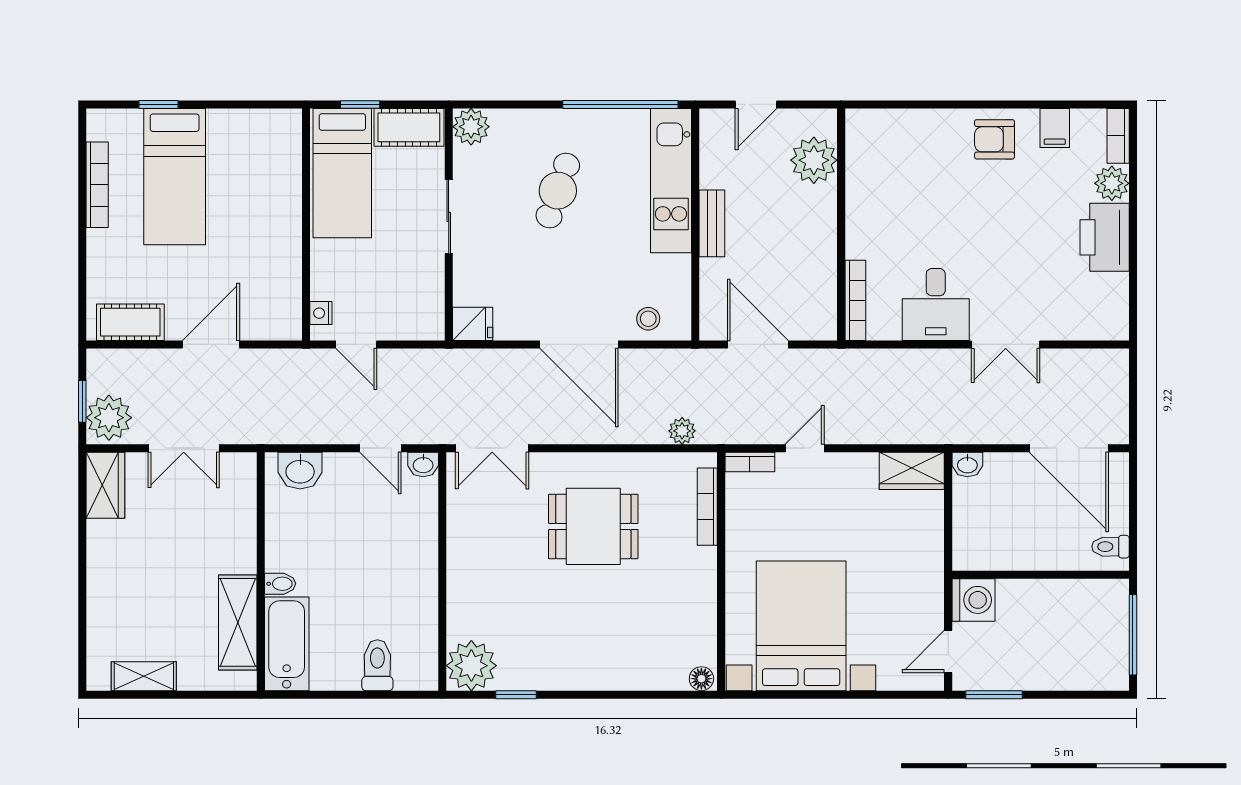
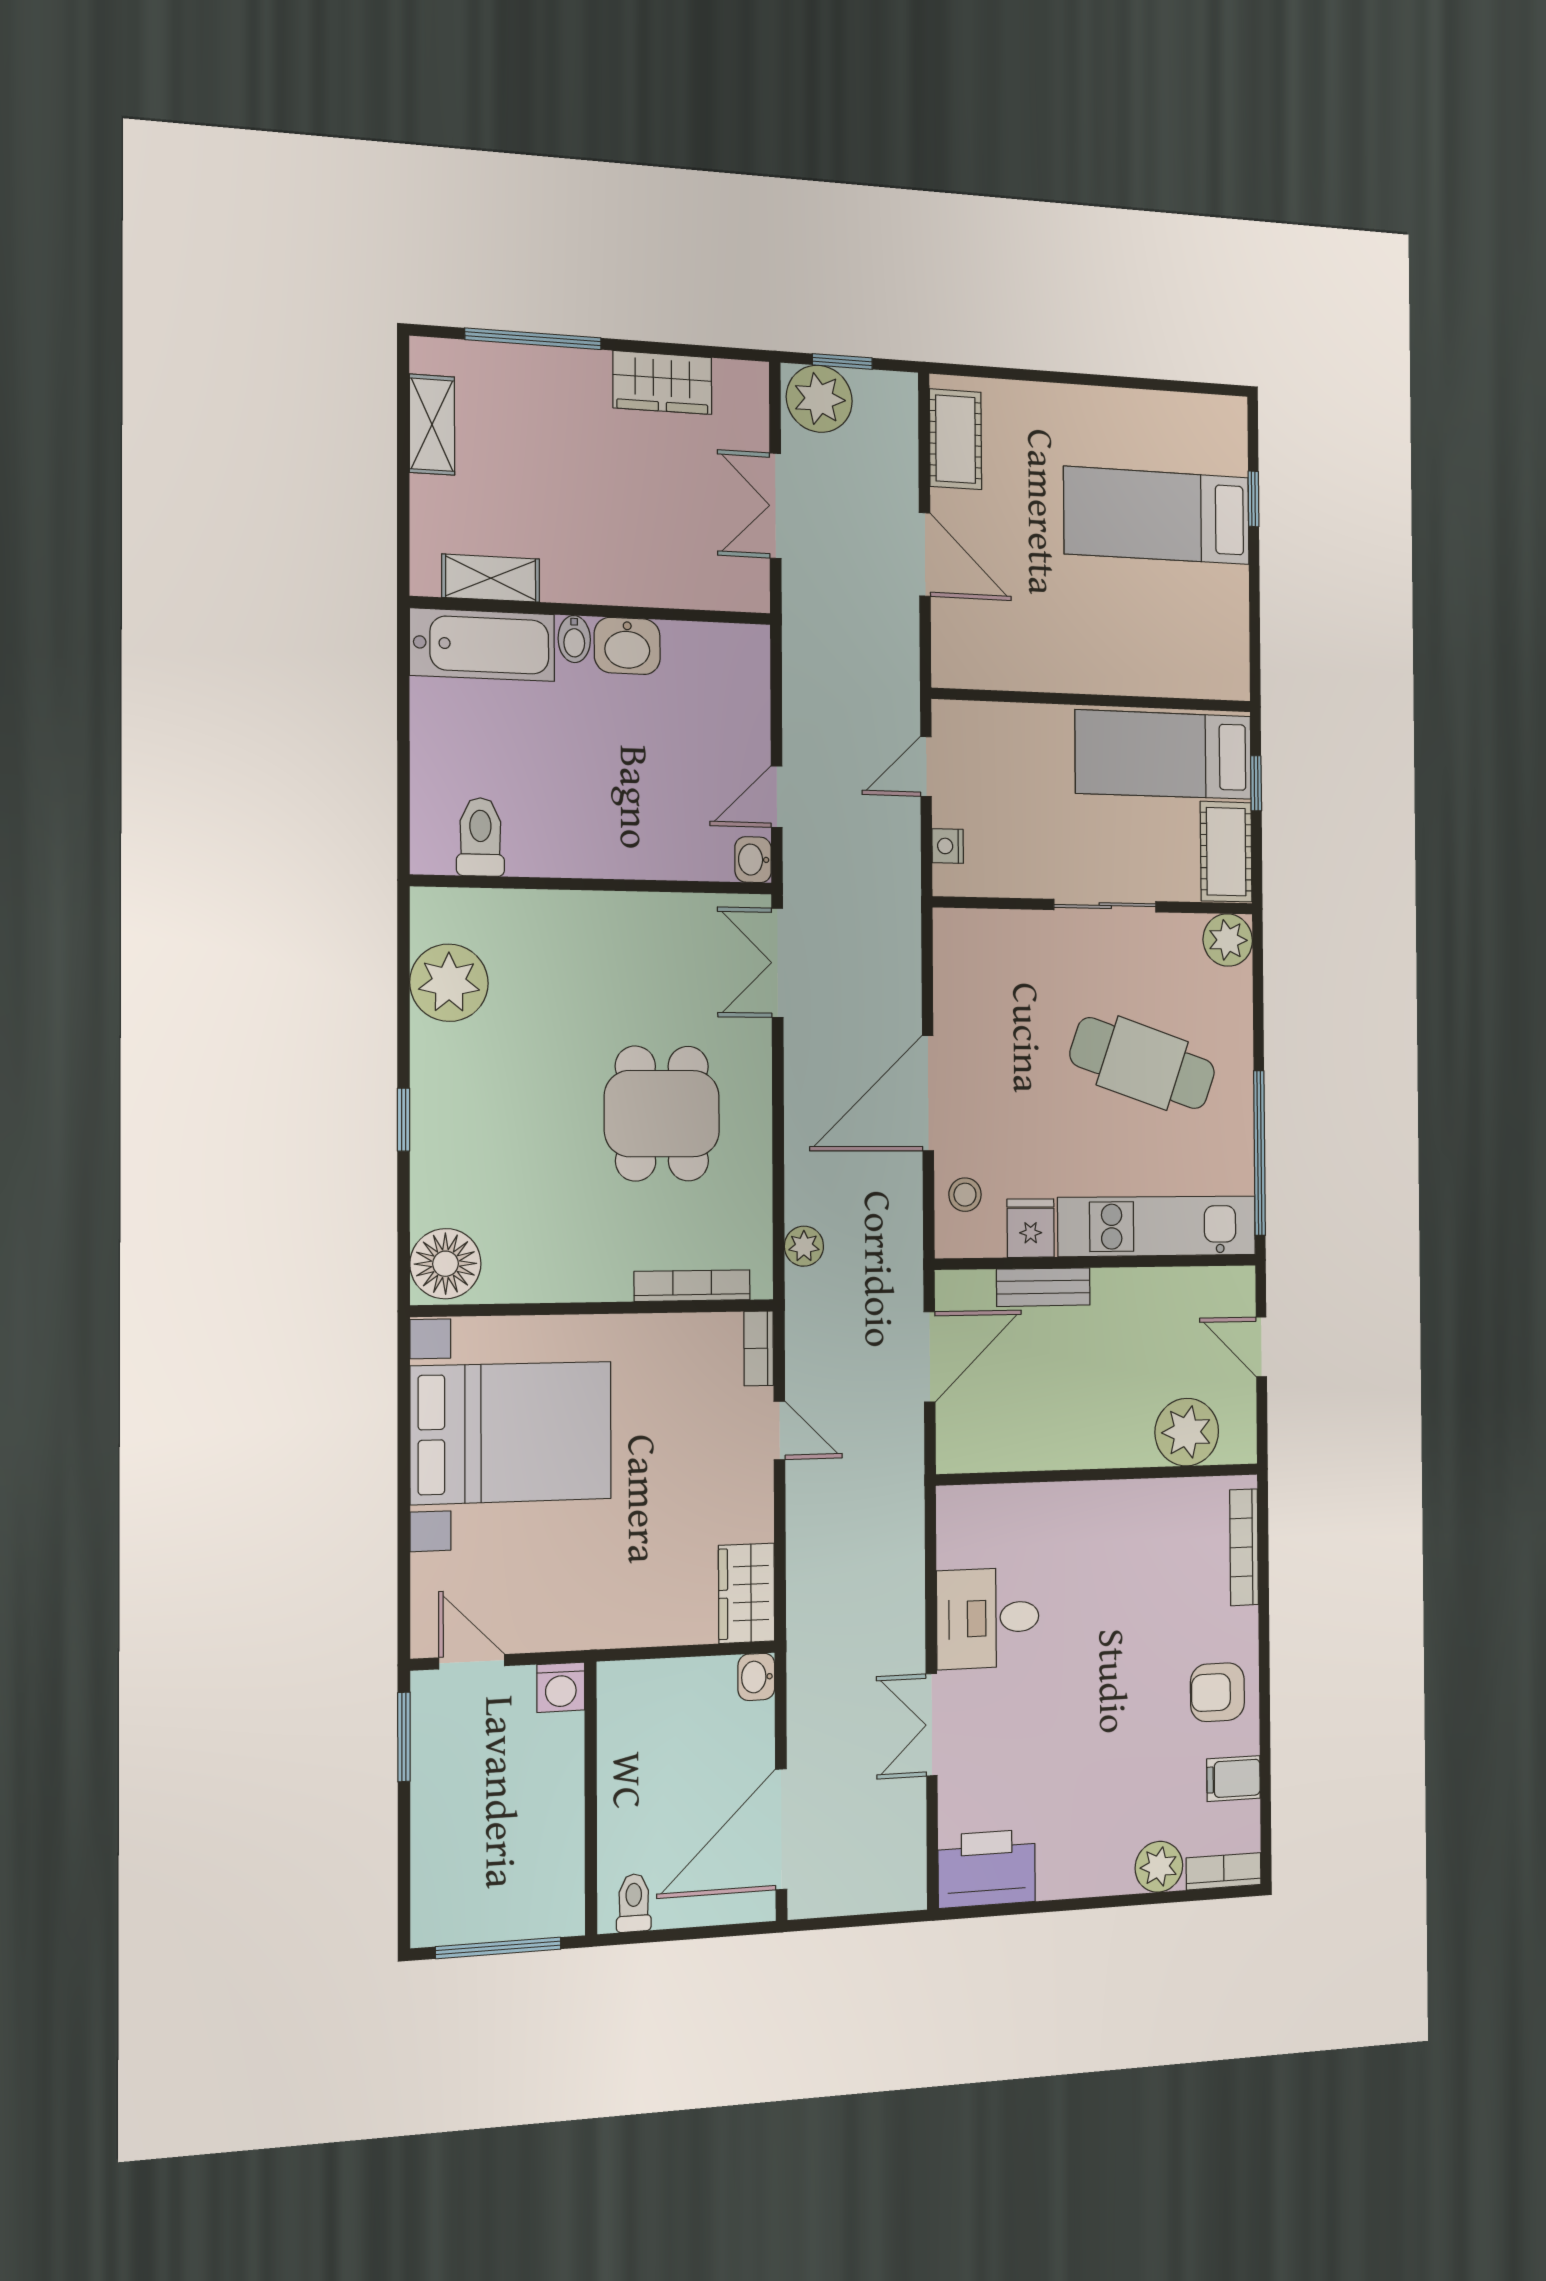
armchair: (995, 139) -> (1217, 1692), turned -90
bookcase: (97, 185) -> (1145, 405), removed
cafe table: (558, 191) -> (1142, 1063), width x1.37, depth x1.35
bench: (712, 223) -> (1043, 1287), moved
printer: (1105, 237) -> (987, 1869), moved
bookcase: (855, 300) -> (1244, 1547), moved, turned 90
nightstand: (321, 313) -> (948, 846), moved, turned -90
fridge: (473, 324) -> (1031, 1228), moved, turned 180
washbasin: (300, 471) -> (627, 646), moved, turned -90
wardrobe: (105, 485) -> (662, 383), moved
washing machine: (973, 600) -> (561, 1687), width x0.73, depth x0.73
window: (82, 610) -> (533, 339), added
shelving: (238, 622) -> (491, 578), width x0.67, depth x0.75
toilet: (377, 665) -> (480, 837), moved, turned -90
plant: (471, 666) -> (449, 983), moved
floor lamp: (701, 679) -> (445, 1264), width x1.89, depth x1.89
window: (516, 695) -> (404, 1120), moved

